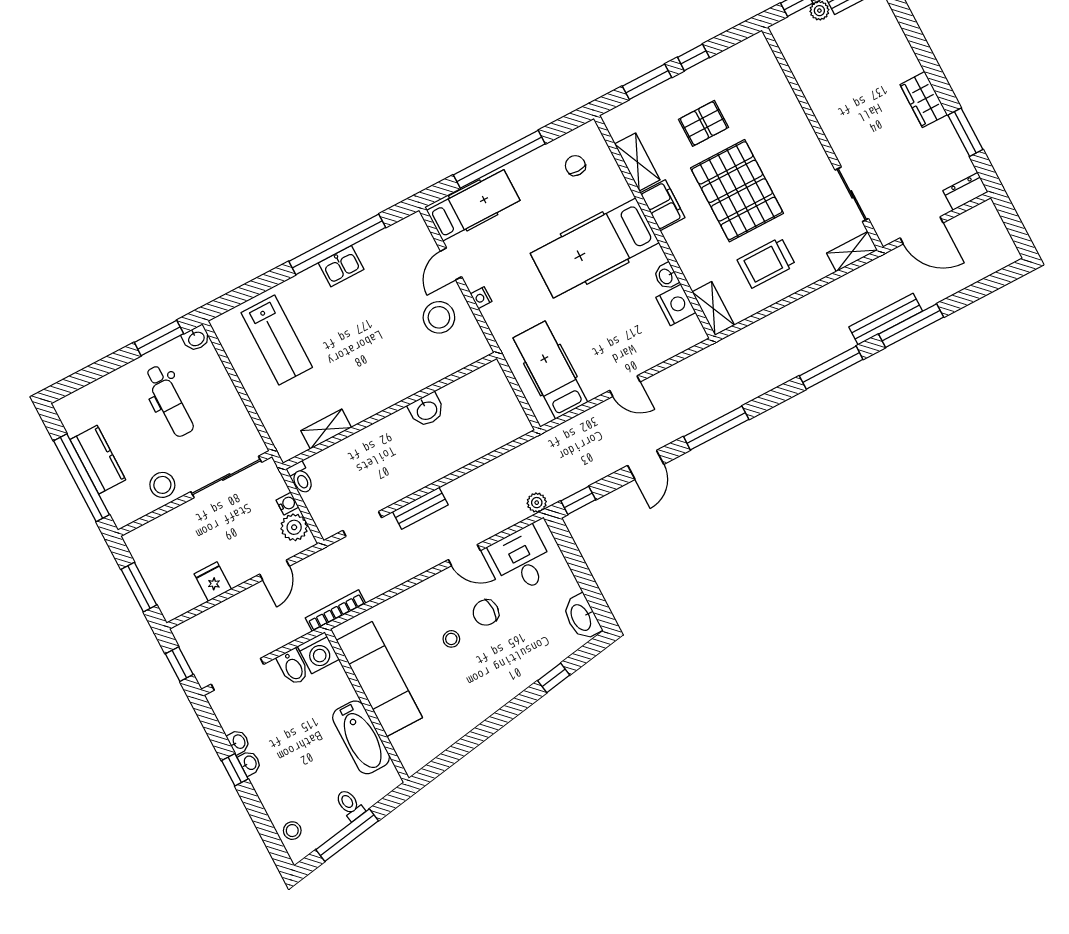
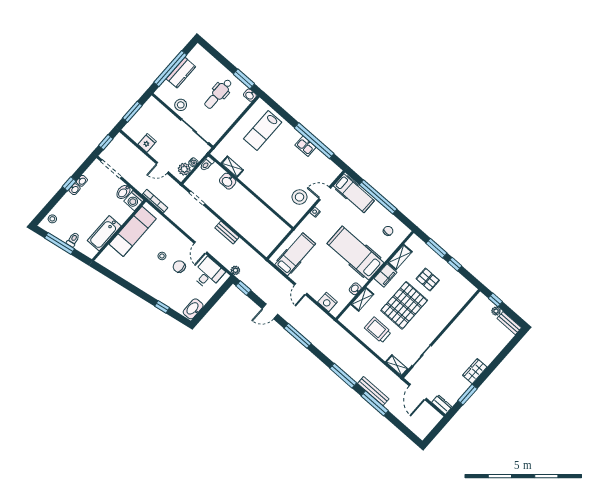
nightstand: (676, 305) -> (327, 302), moved, turned 90
shelving: (713, 308) -> (362, 299), moved
washbasin: (427, 410) -> (228, 181), moved
bench: (420, 508) -> (227, 233), moved

